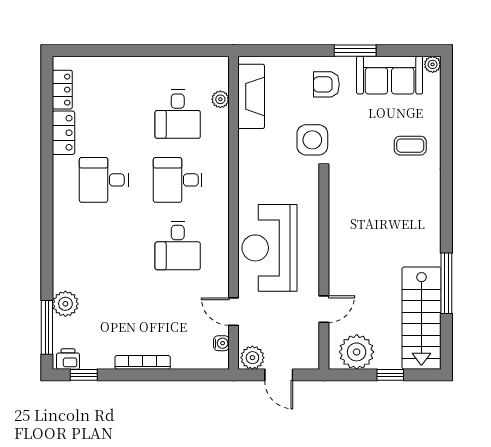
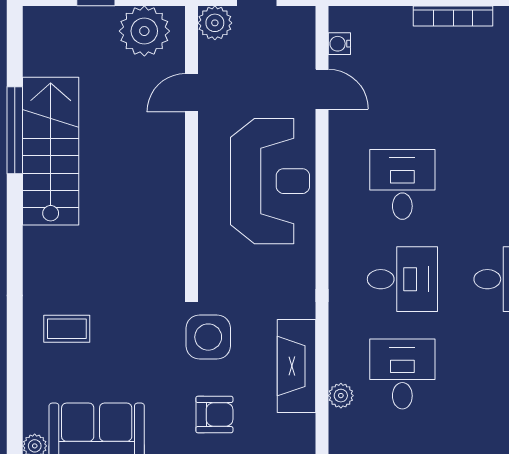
armchair: (326, 84) -> (214, 415), moved
fireplace: (251, 96) -> (296, 366), moved
stairs: (421, 318) -> (51, 151), moved
plant: (252, 358) -> (215, 23), moved

